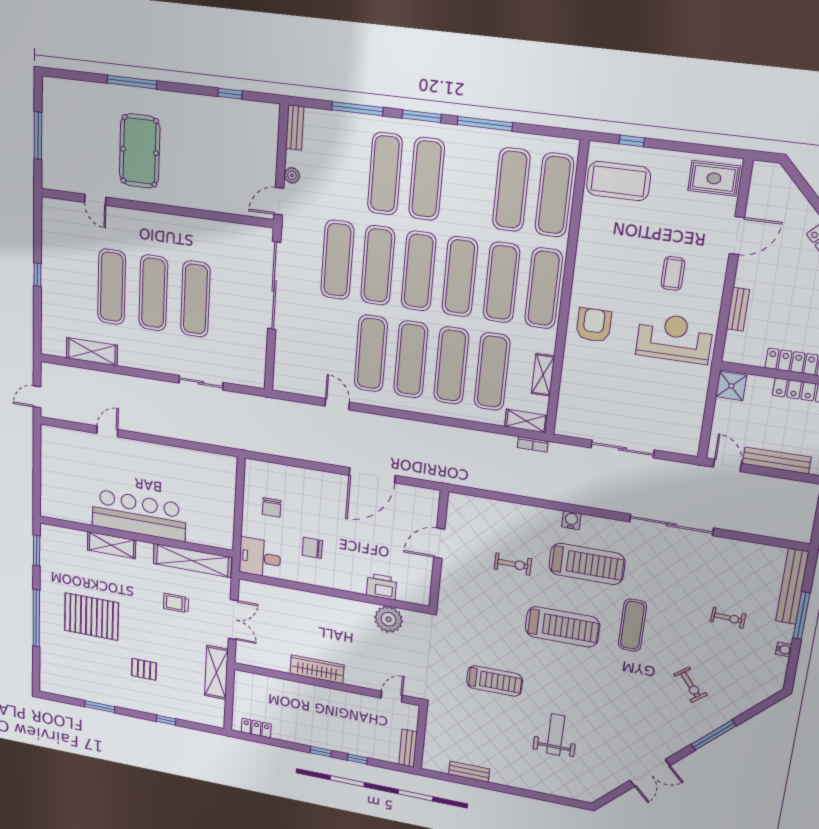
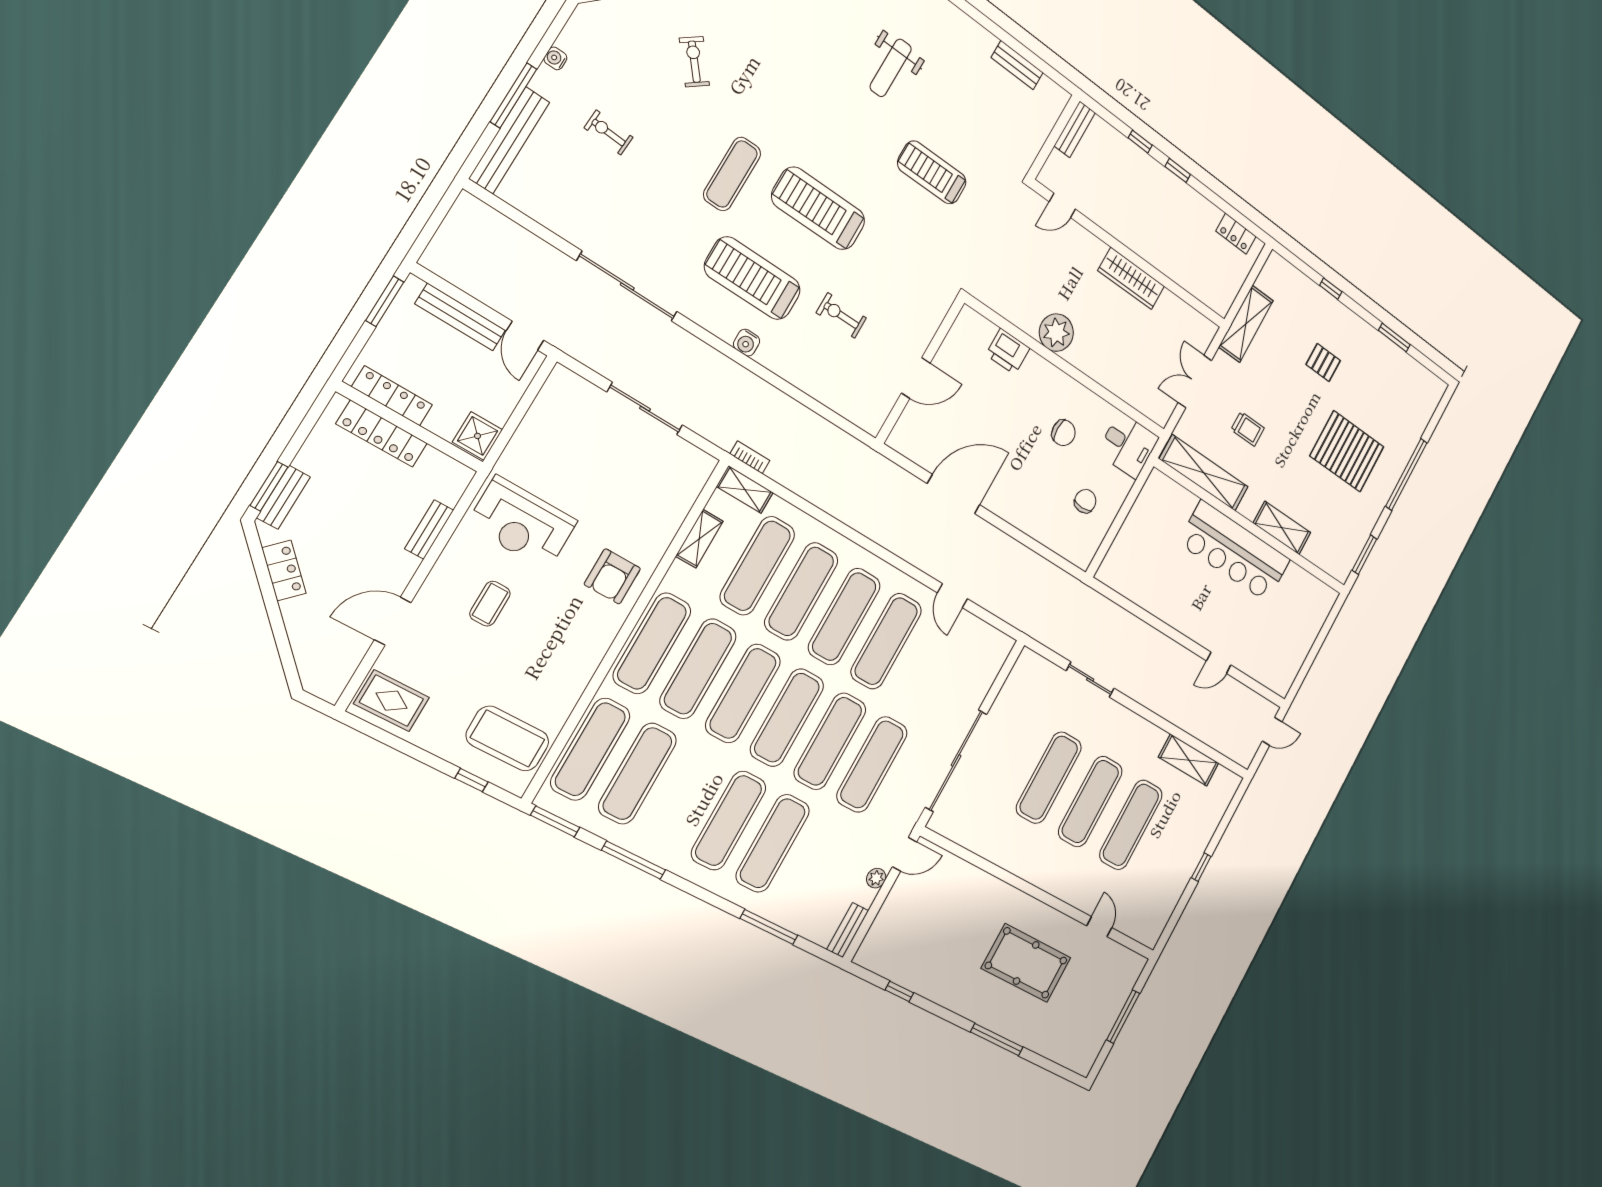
window: (422, 116) -> (555, 821), moved
pool table: (140, 151) -> (1026, 963), turned 90
plant: (389, 619) -> (1056, 333), moved

